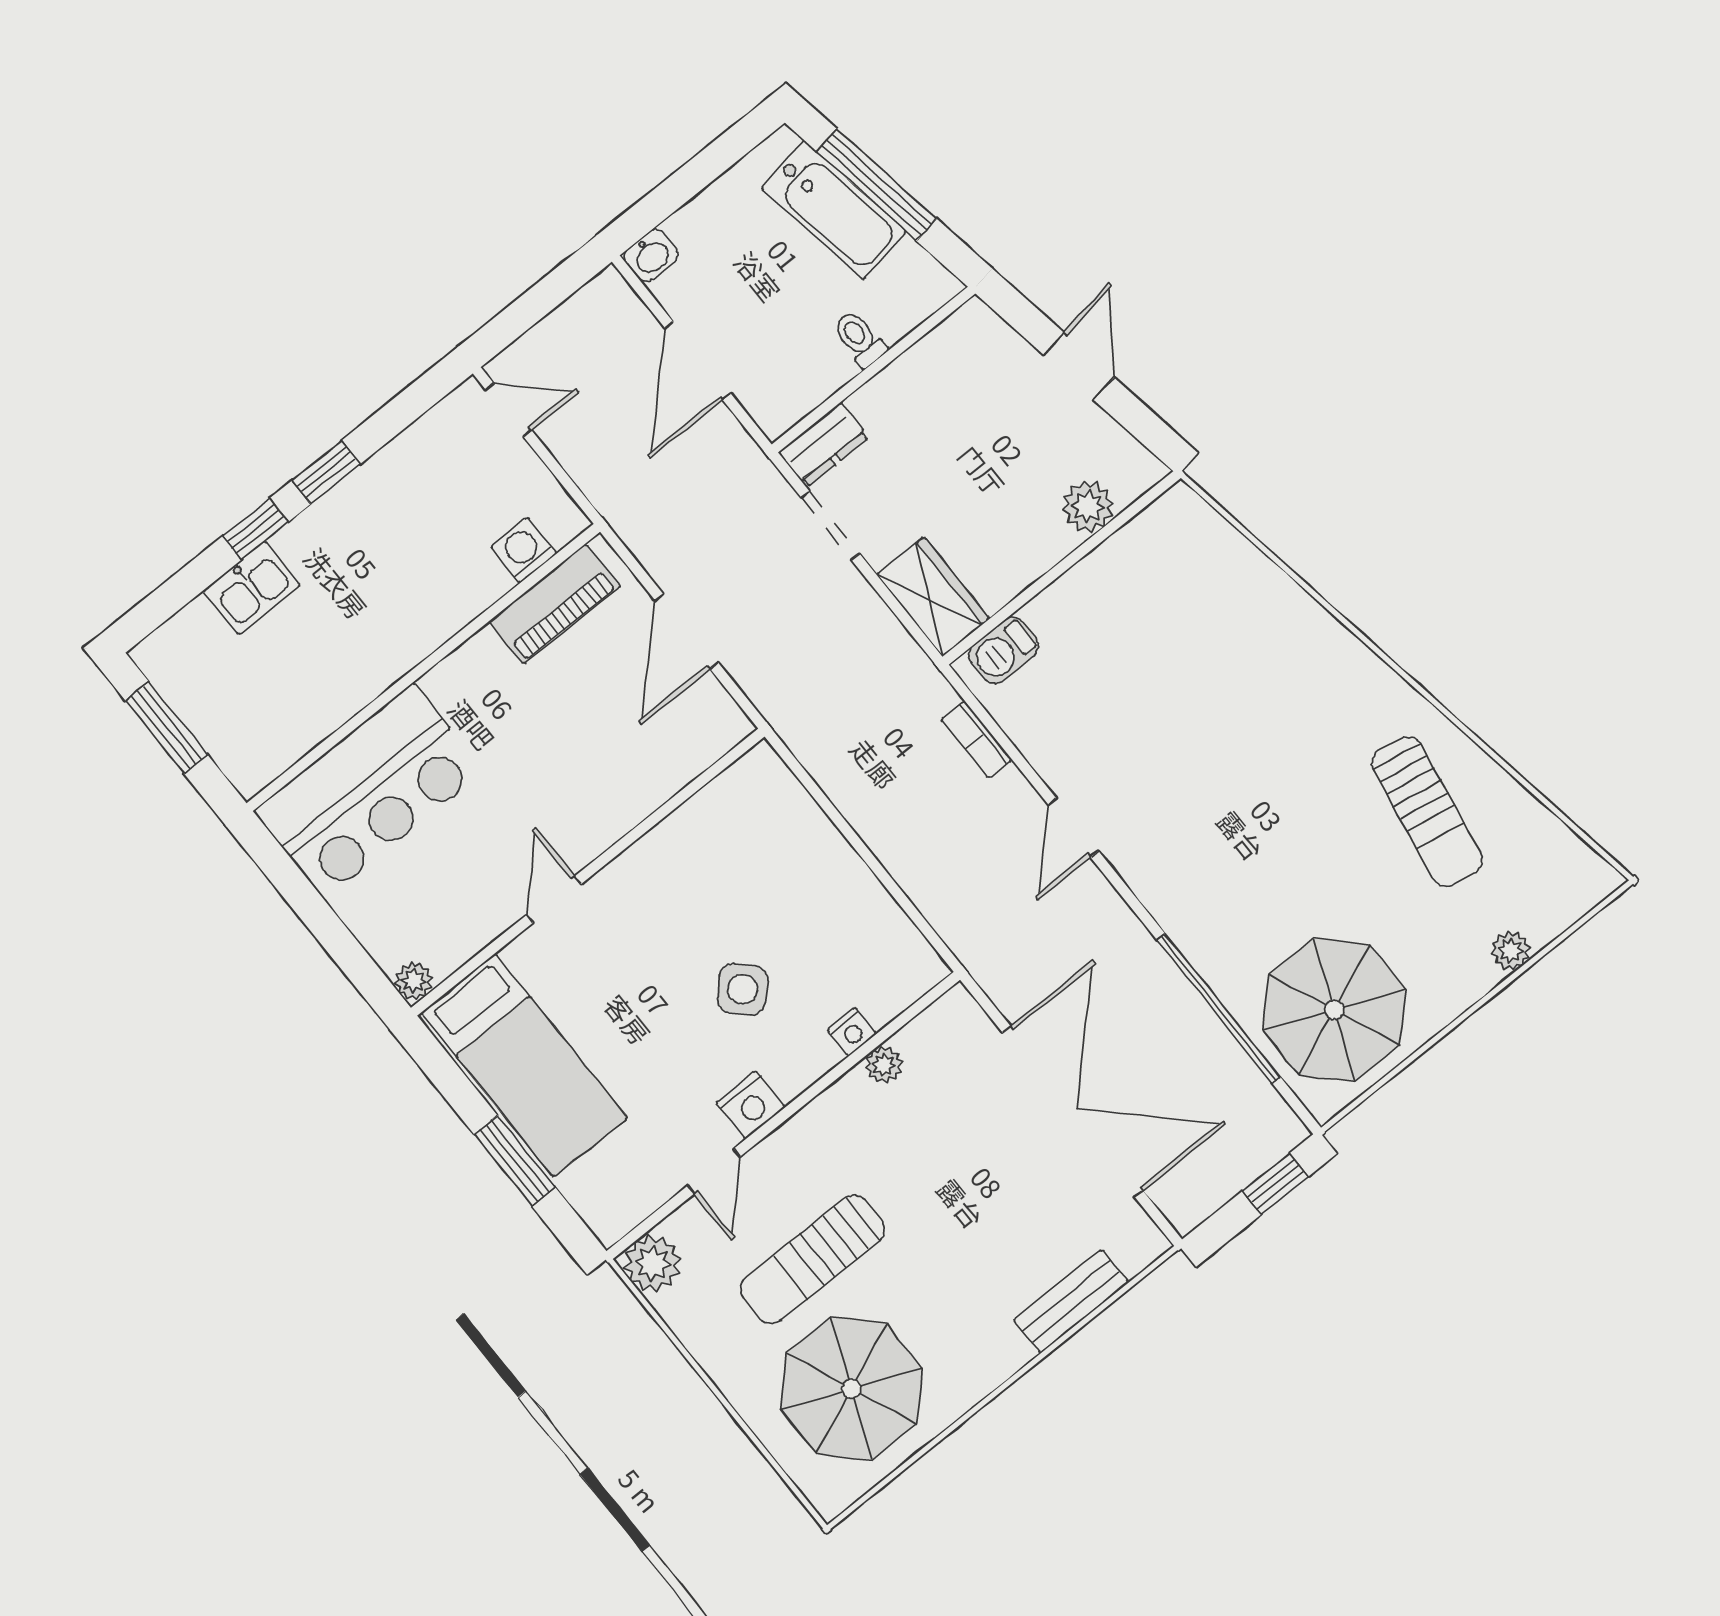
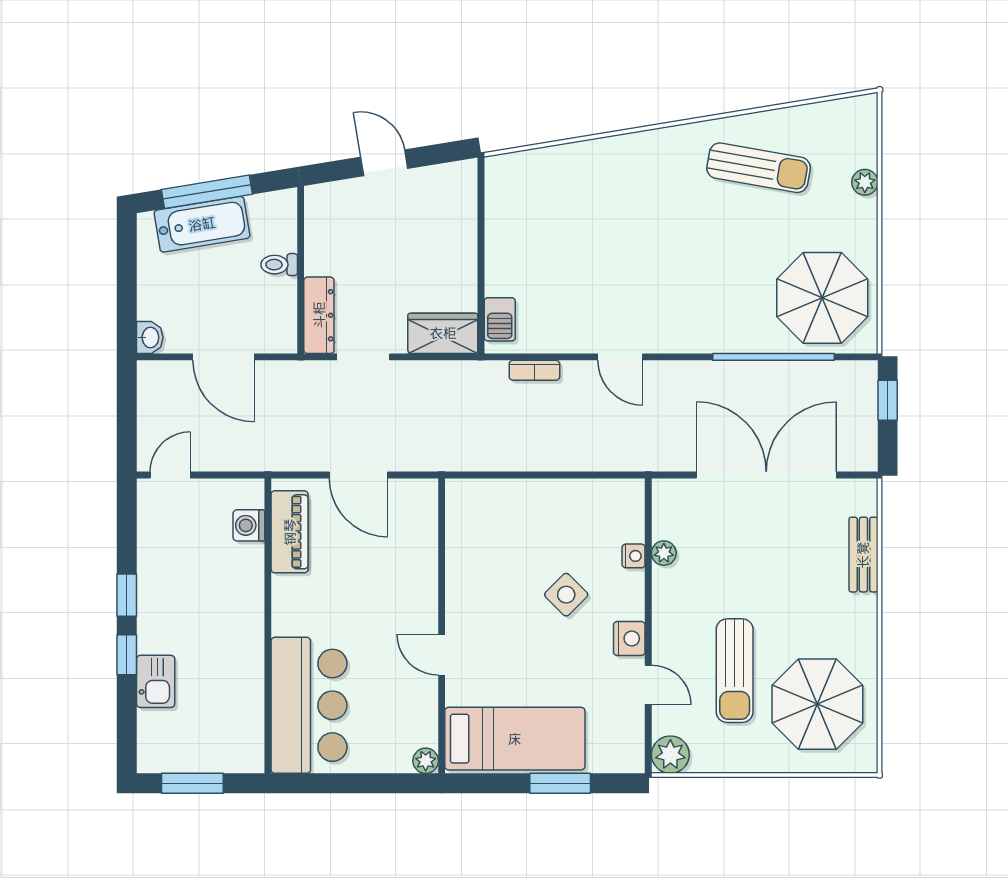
dresser: (824, 445) -> (319, 315), width x1.44
plant: (1088, 507) -> (461, 216), removed

